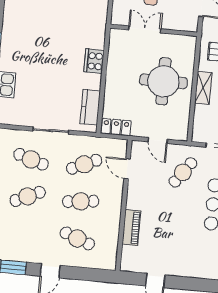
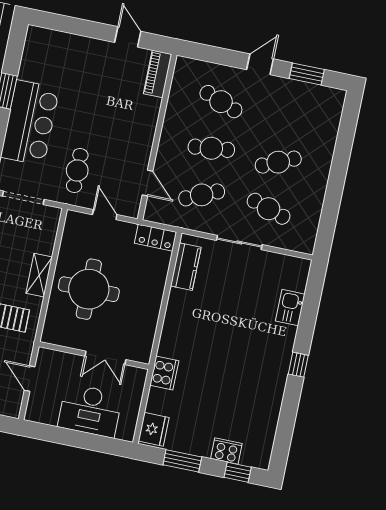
cooker: (94, 61) -> (164, 373), moved
cafe table: (183, 172) -> (77, 170), turned -36
piano: (131, 227) -> (158, 74), moved

